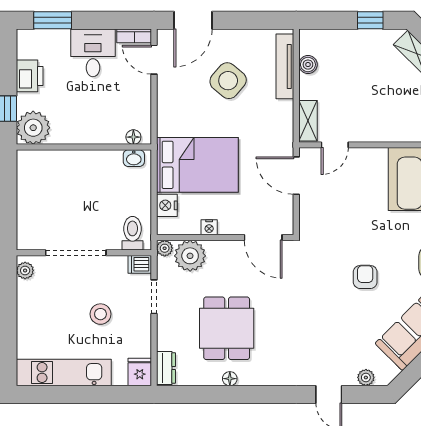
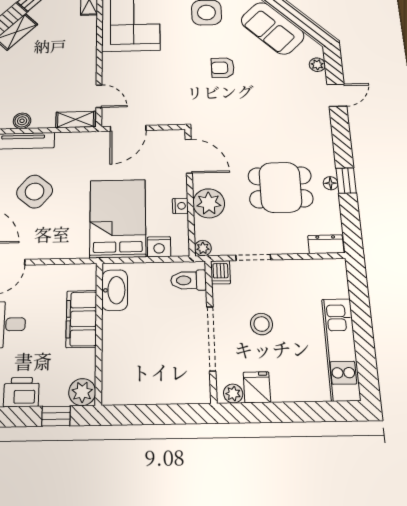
plant: (33, 128) -> (82, 392), width x0.73, depth x0.73
filing cabinet: (97, 130) -> (81, 319), added
floor lamp: (133, 137) -> (89, 281), removed
washbasin: (134, 158) -> (115, 290), width x1.91, depth x1.45
door: (263, 238) -> (189, 156), hinge flipped
plant: (190, 256) -> (209, 203), moved
stool: (100, 314) -> (262, 324), moved
fridge: (140, 372) -> (257, 387), moved, turned 90
window: (232, 394) -> (346, 181), added

